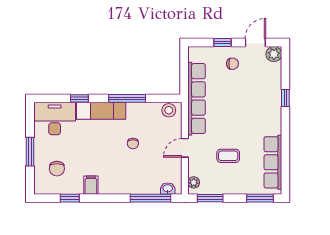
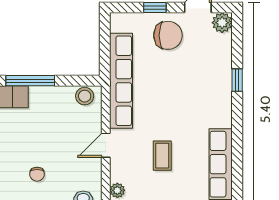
chair: (233, 64) -> (168, 35), width x1.87, depth x1.87
chair: (133, 143) -> (37, 174), moved
coffee table: (228, 156) -> (162, 156), turned 90

